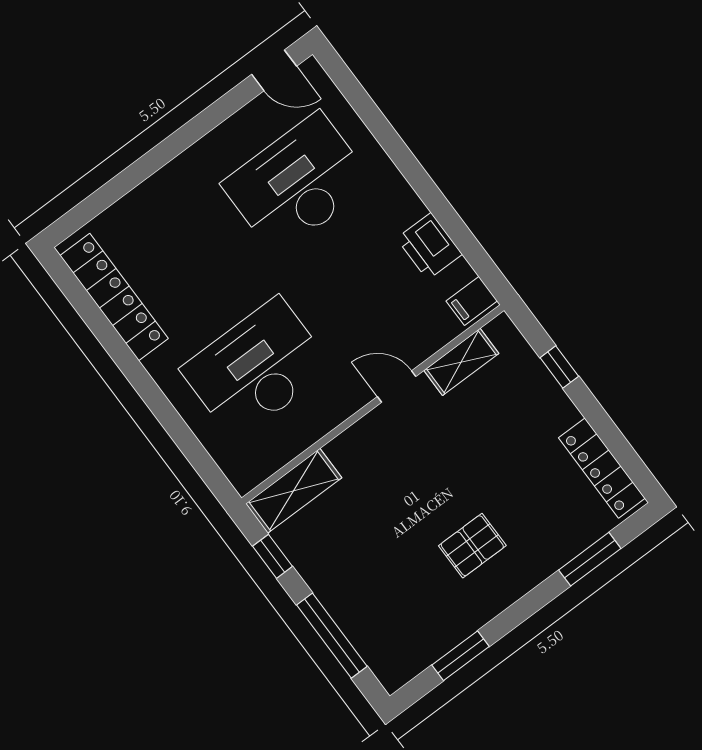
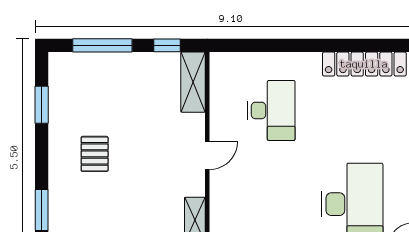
desk: (257, 369) -> (271, 110), width x0.73, depth x0.77
door: (397, 386) -> (207, 155), moved

